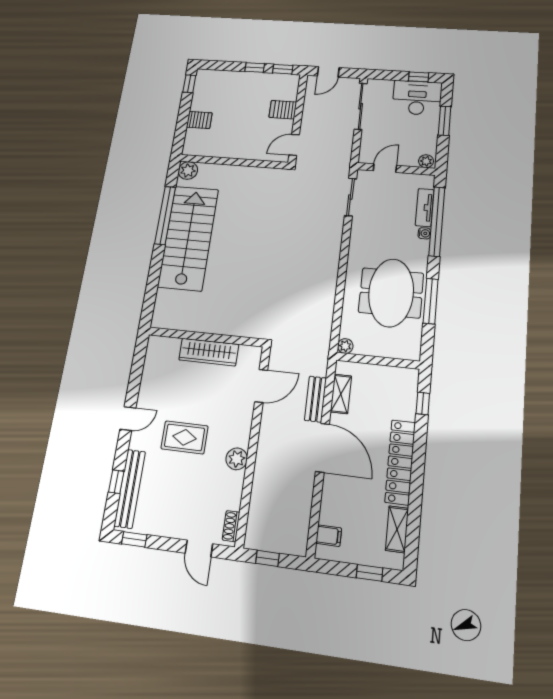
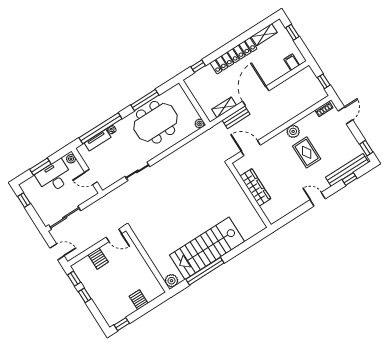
desk: (417, 98) -> (54, 177), moved, turned 90
sliding door: (350, 197) -> (137, 171), moved
rug: (185, 437) -> (307, 152), moved

